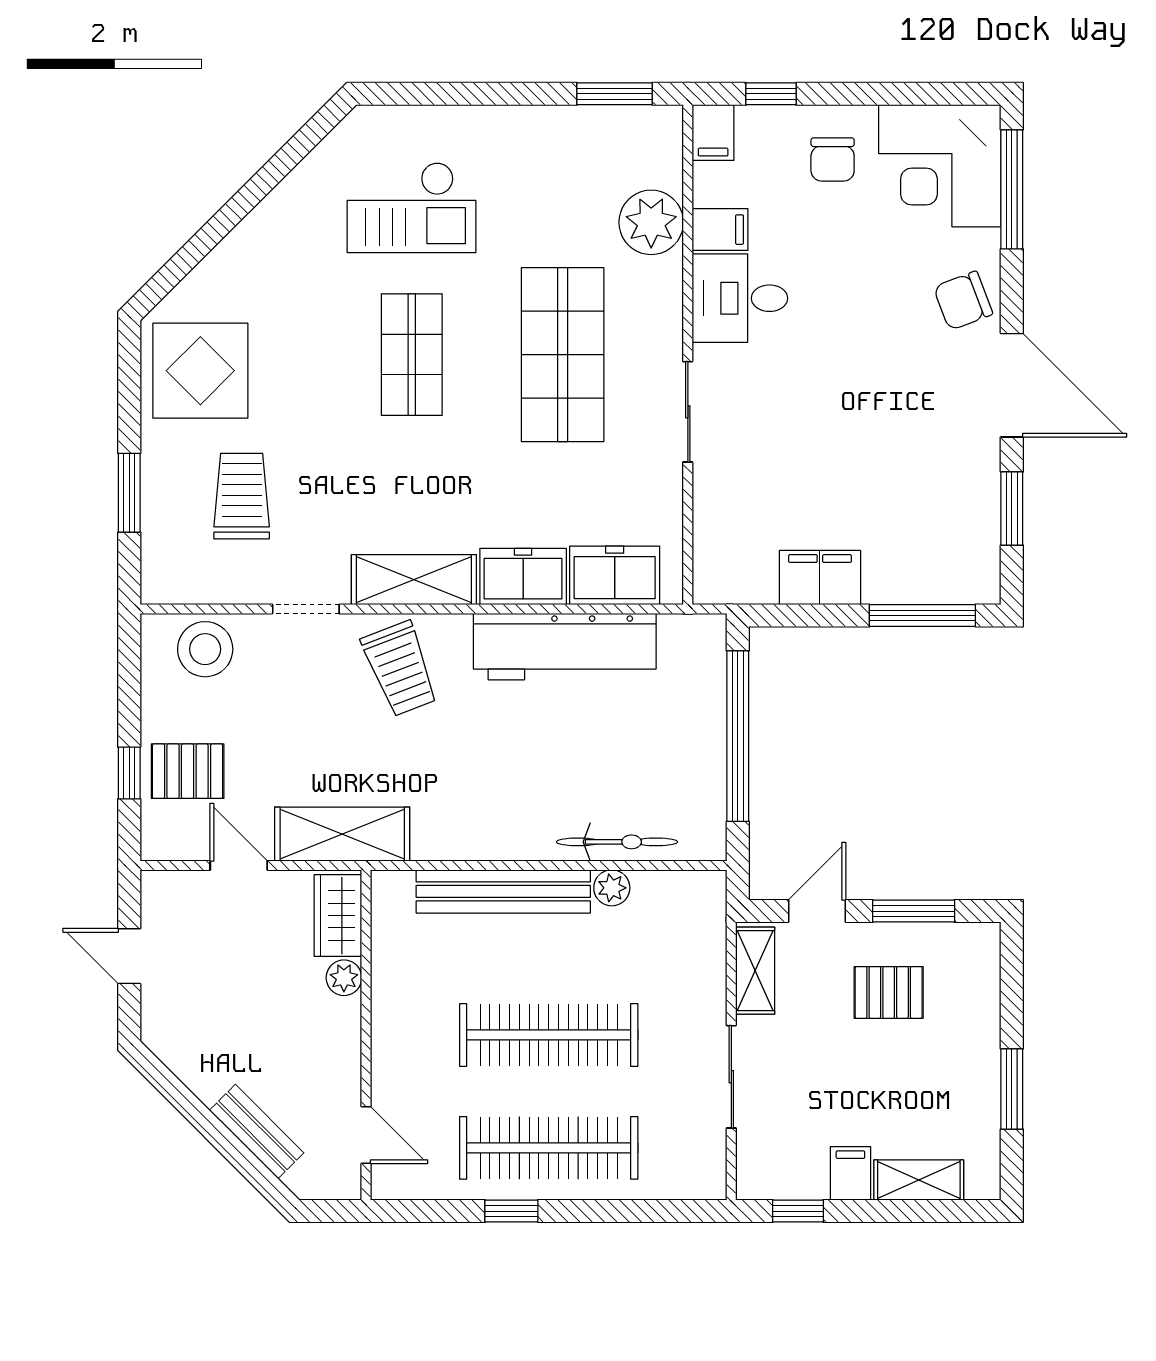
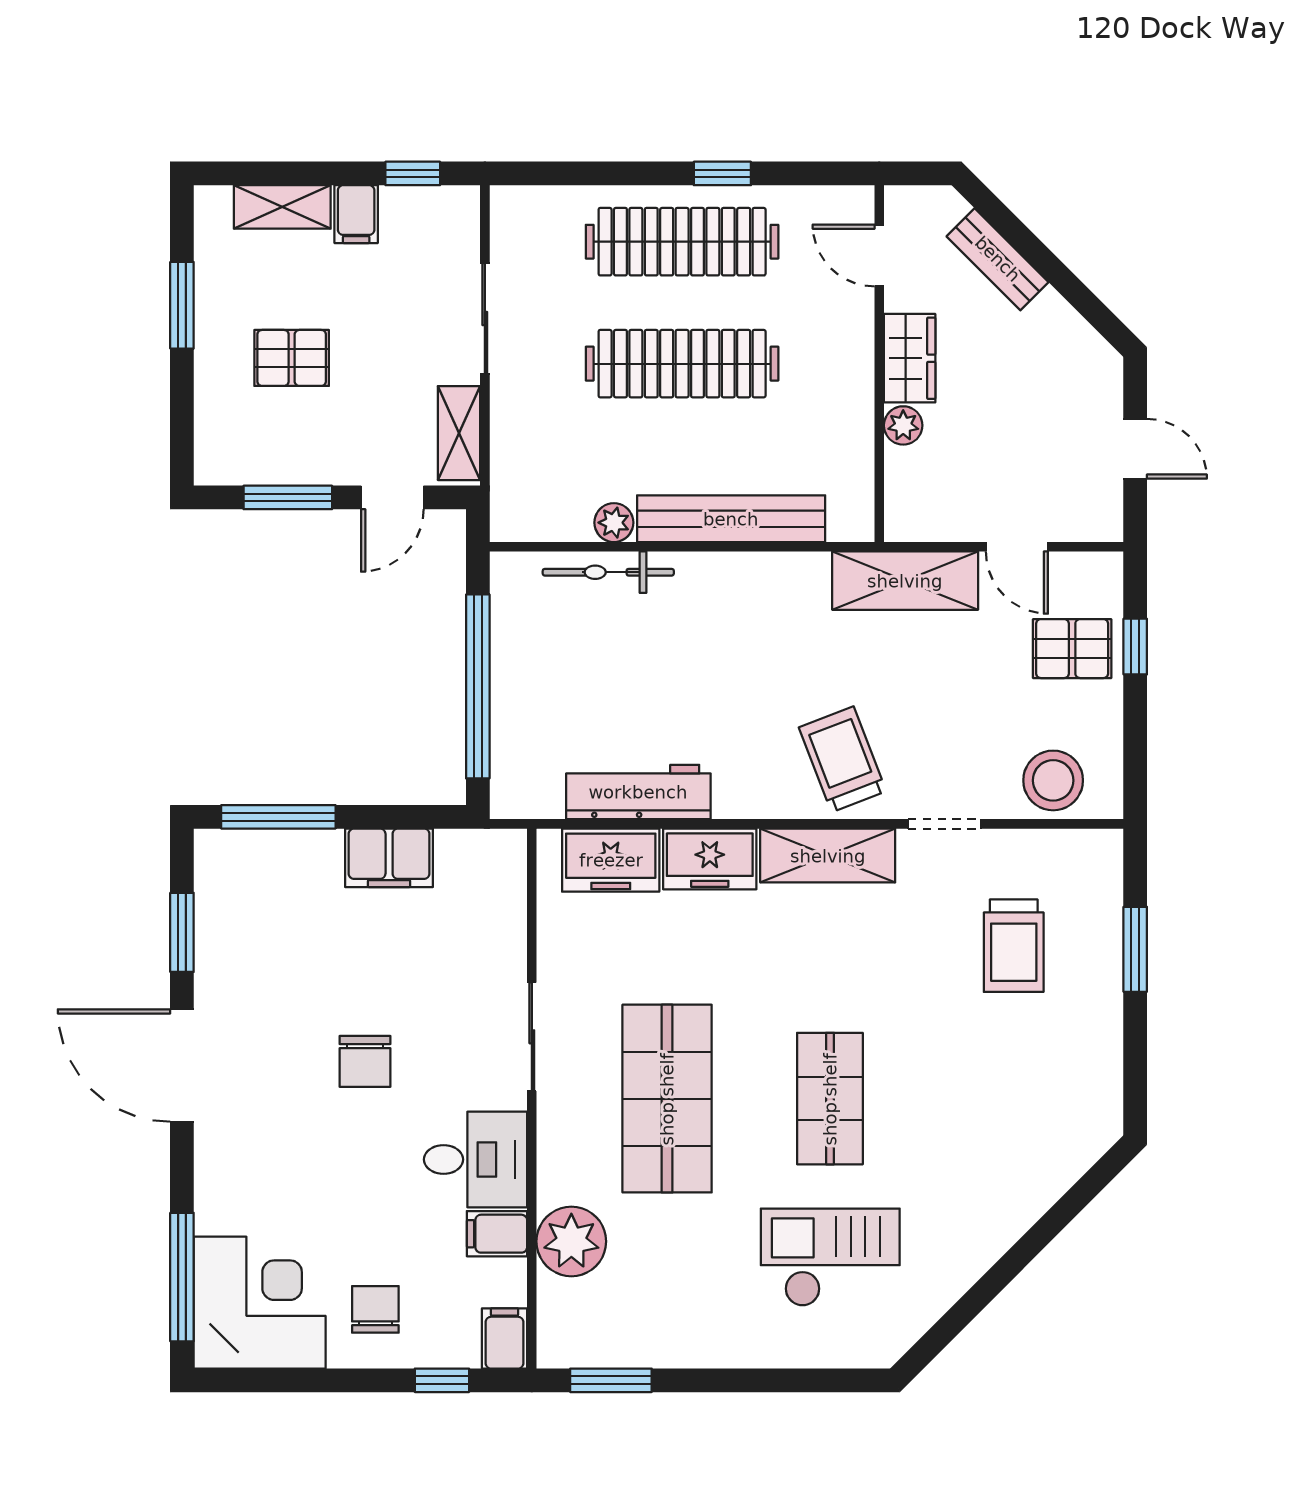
chair: (963, 301) -> (365, 1061), moved, turned 111
display table: (200, 371) -> (1058, 1081), removed
workbench: (565, 647) -> (638, 792), width x0.73, depth x0.76
wardrobe: (338, 916) -> (910, 358), moved
pallet: (889, 992) -> (292, 358), moved

